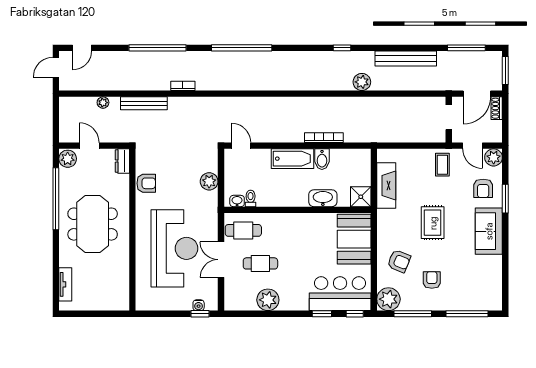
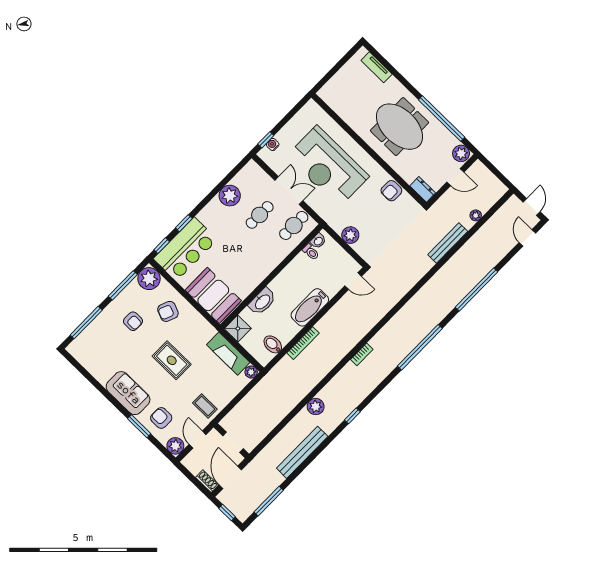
window: (505, 70) -> (227, 512), width x0.67
bookcase: (183, 86) -> (362, 354), moved
door: (473, 146) -> (198, 439), hinge flipped
plant: (383, 155) -> (251, 372), added
bidet: (322, 159) -> (273, 344), moved

